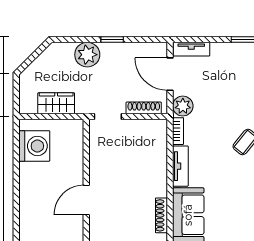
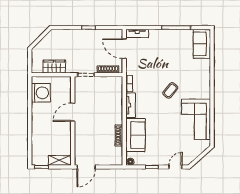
plant: (87, 55) -> (73, 37), removed
plant: (183, 106) -> (132, 68), removed
door: (86, 200) -> (73, 112), moved

